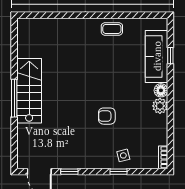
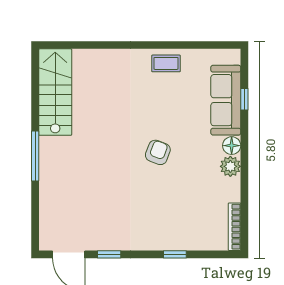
stairs: (29, 91) -> (55, 92), moved
armchair: (107, 116) -> (158, 152), moved, turned 111
side table: (123, 155) -> (181, 233), removed
bookcase: (163, 157) -> (235, 227), width x1.56

